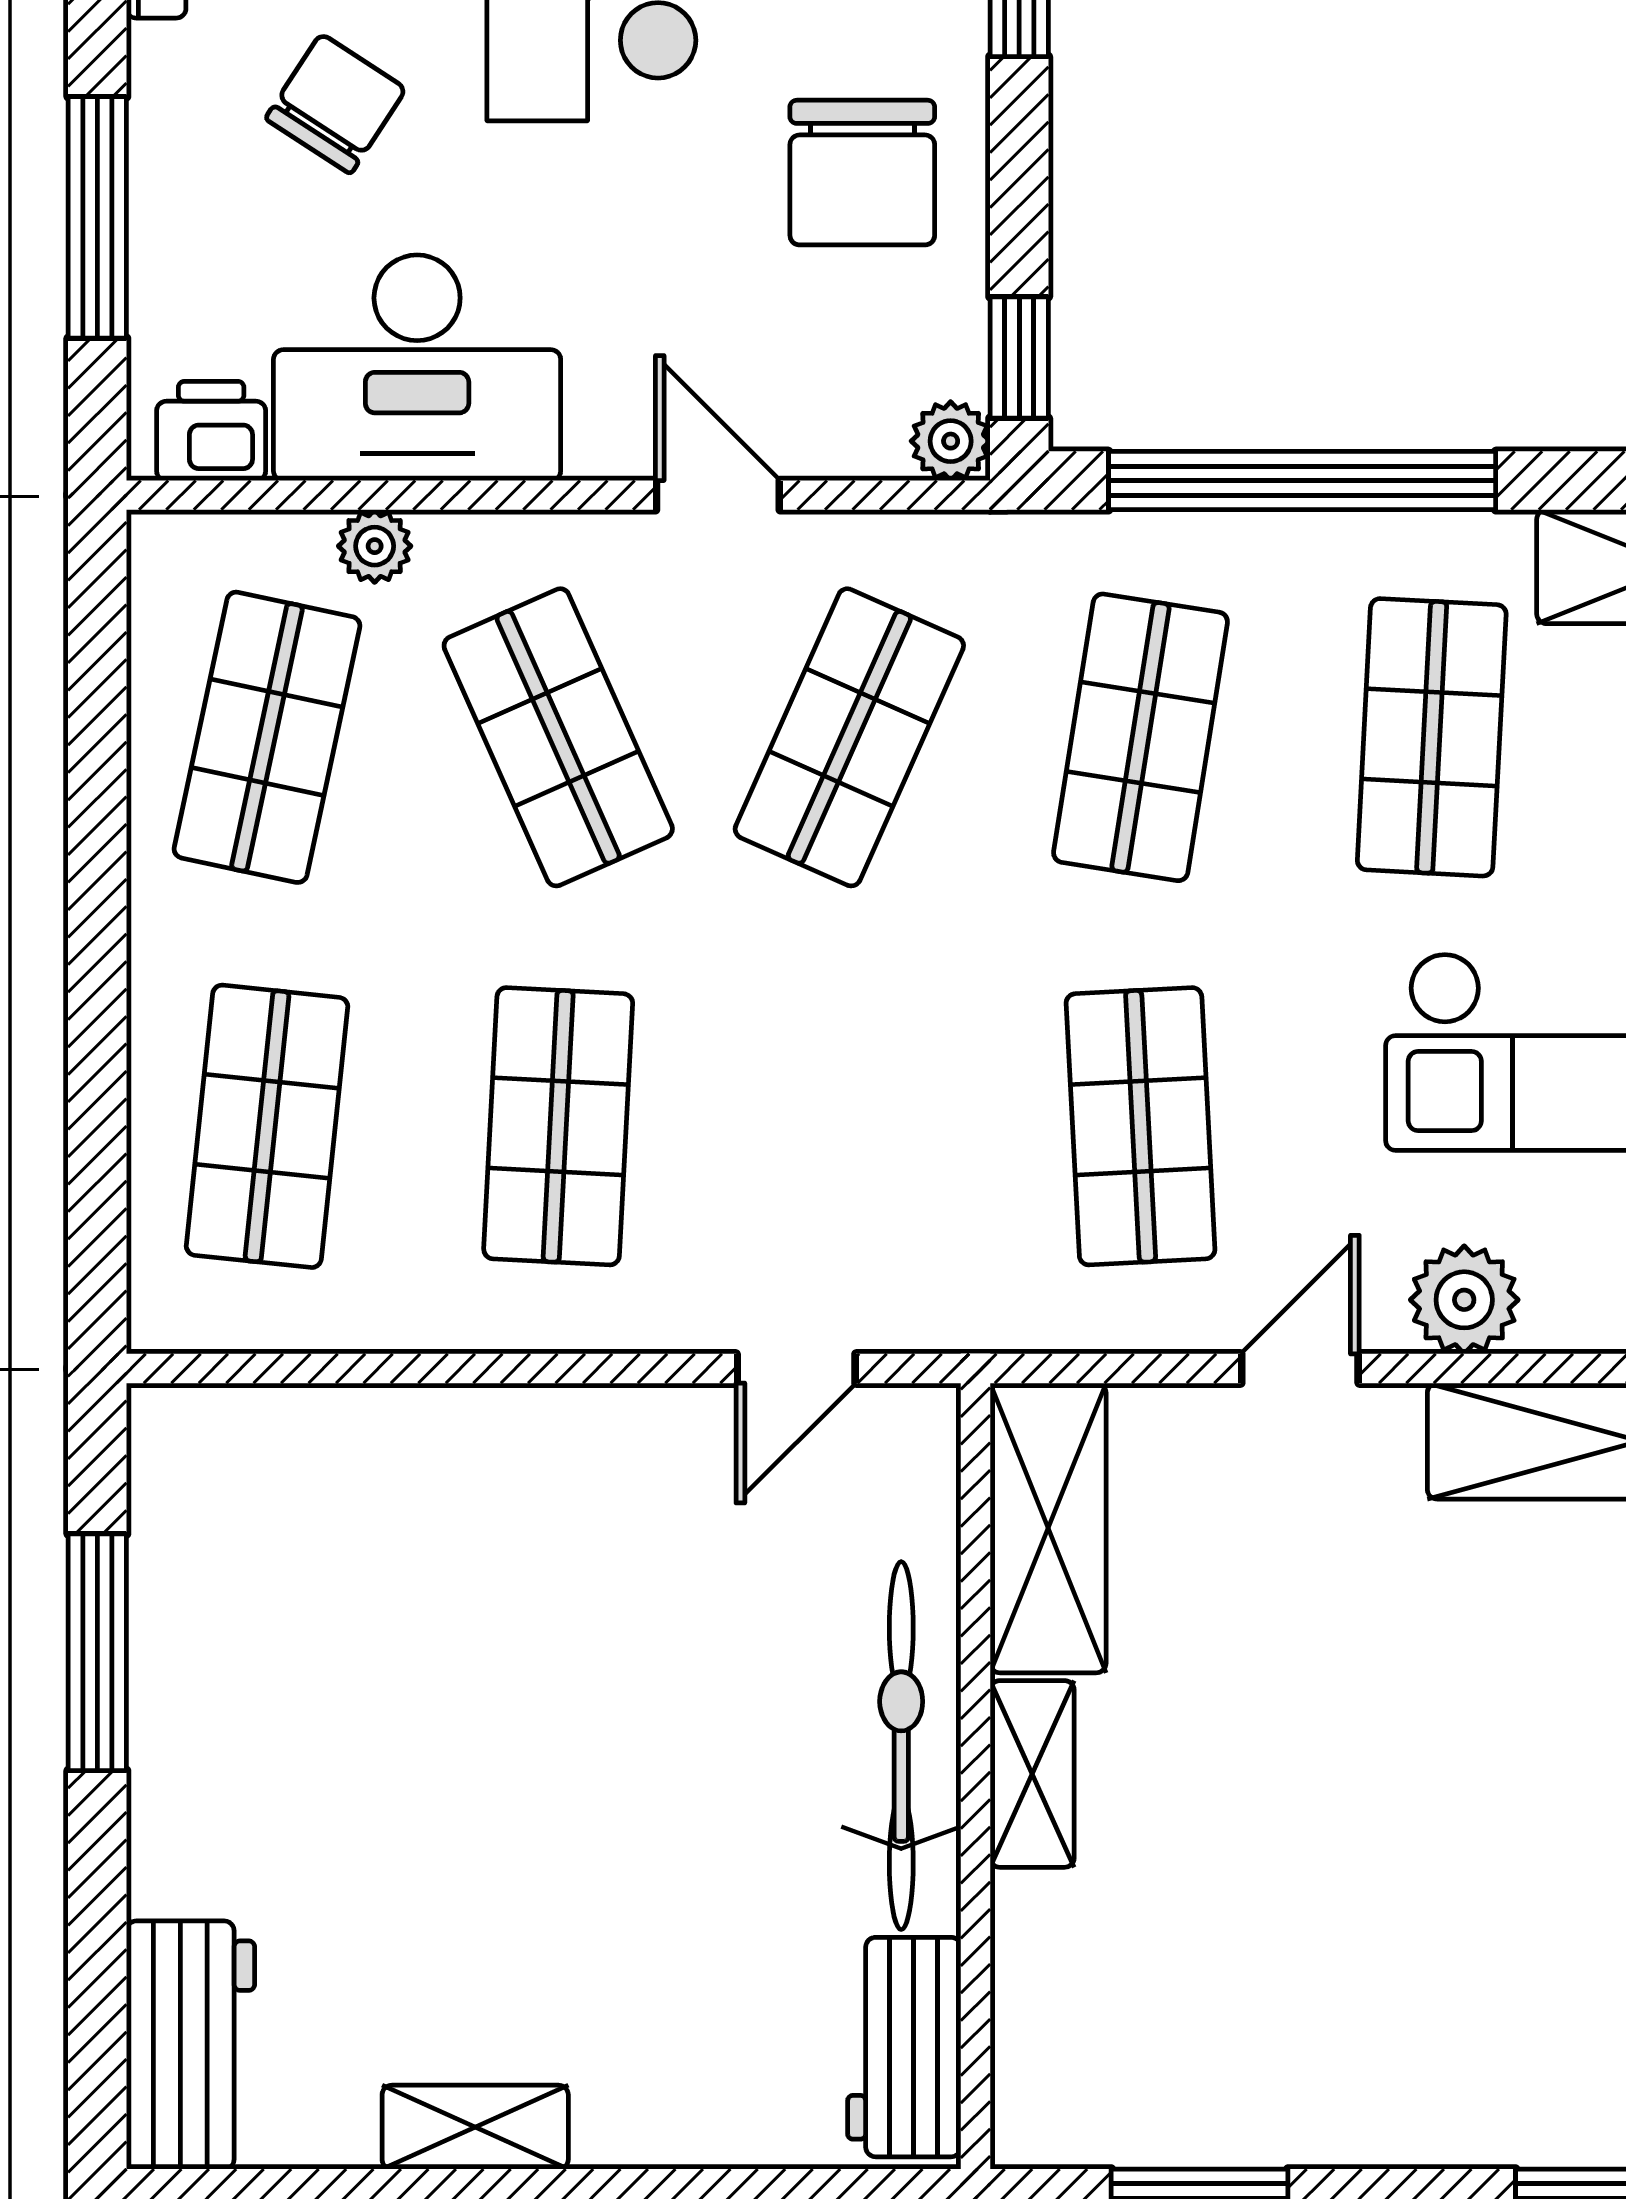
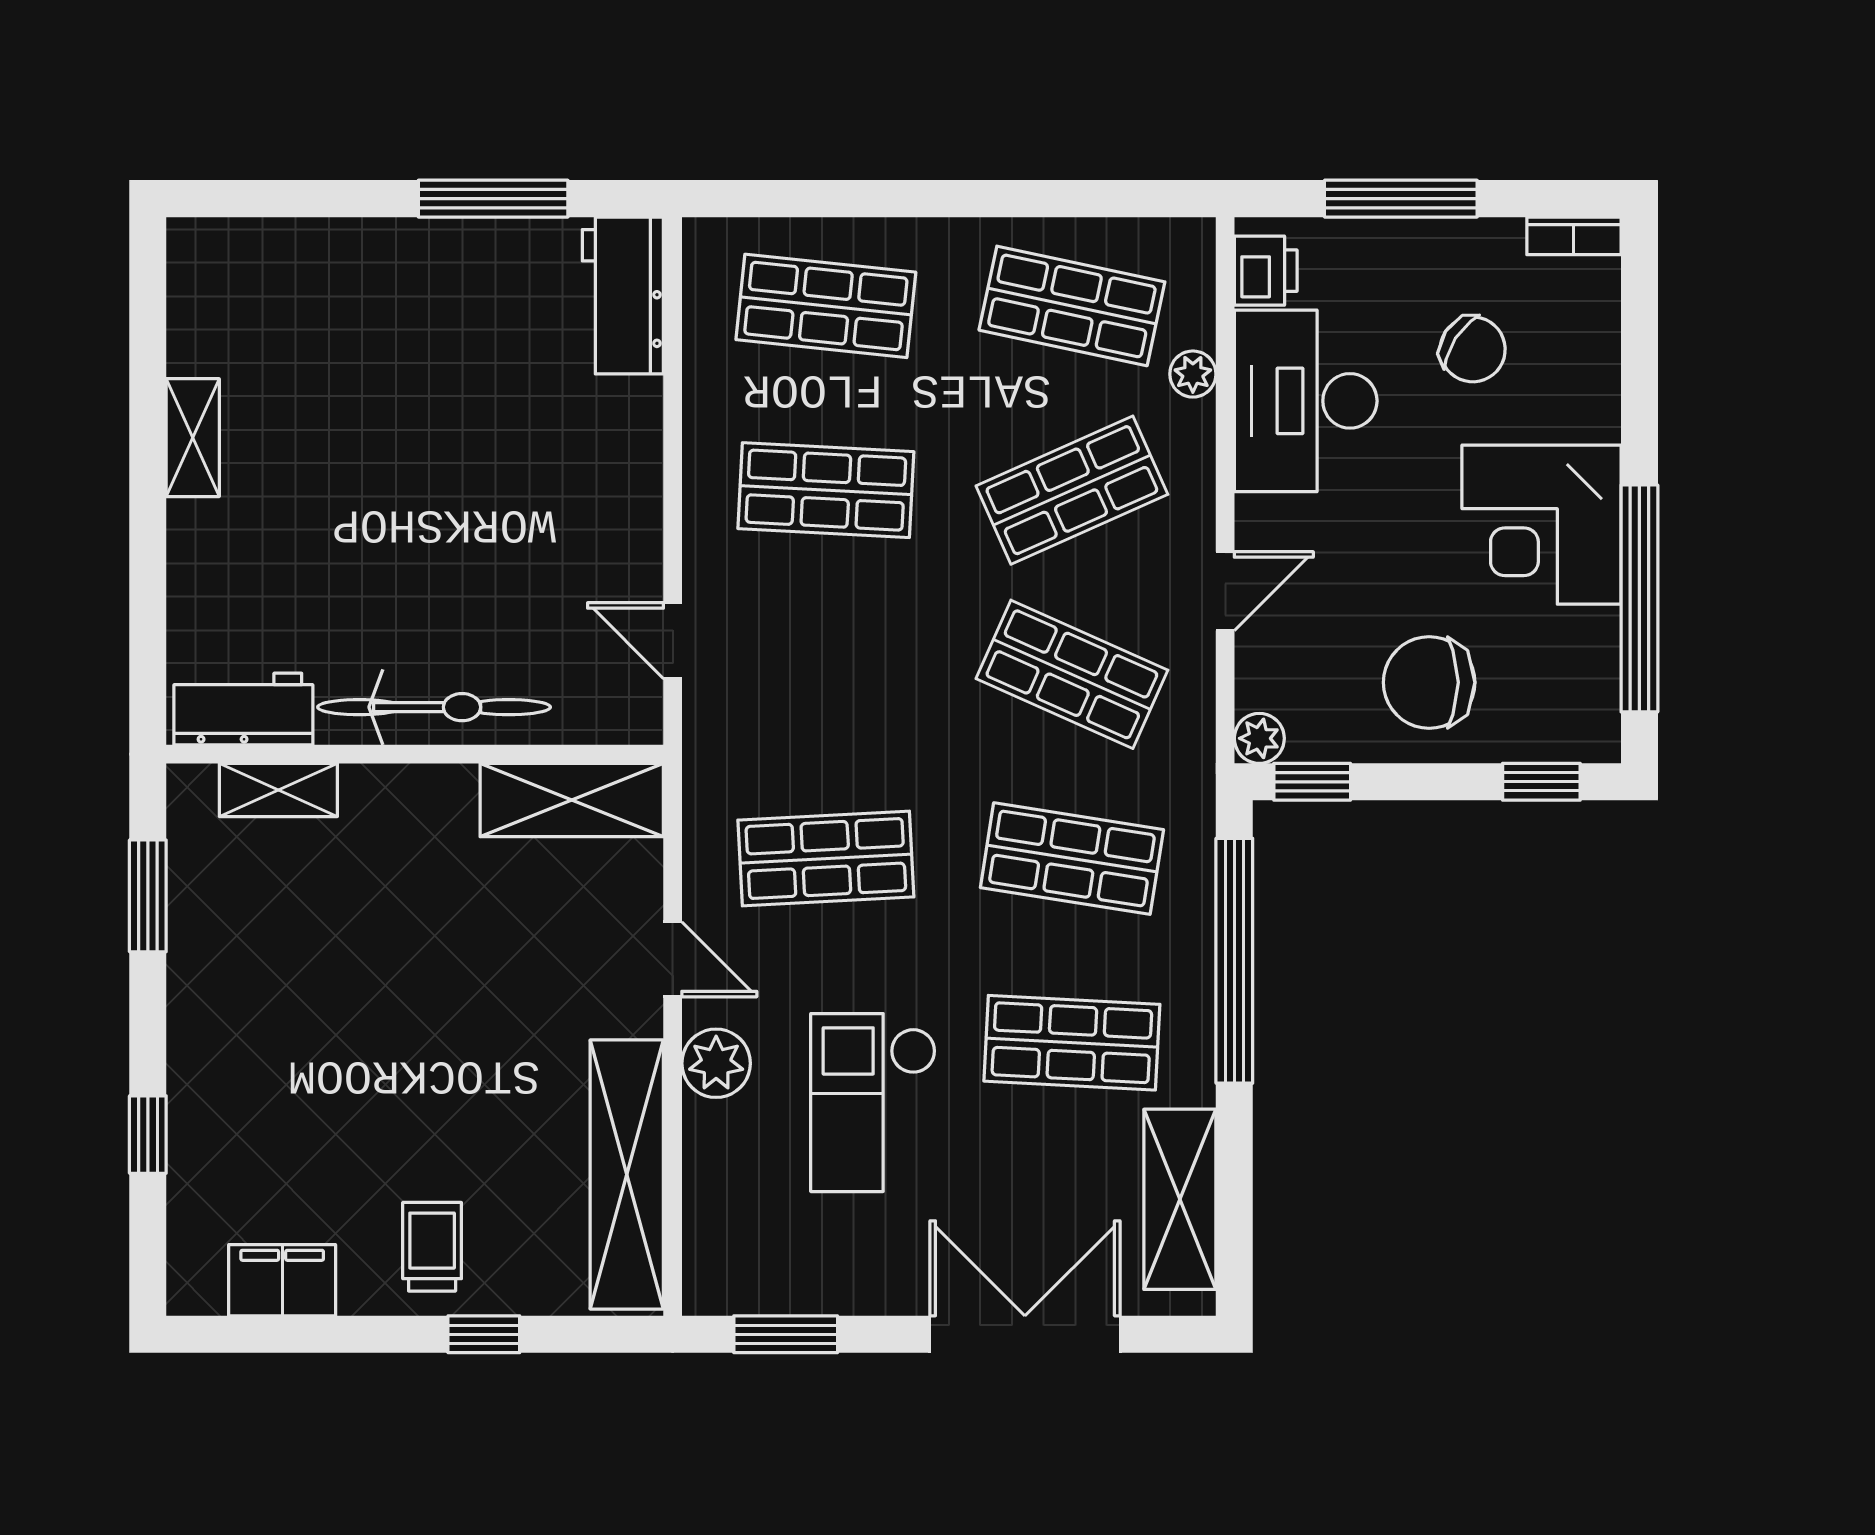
shelving: (1032, 1774) -> (278, 790), moved
workbench: (191, 2045) -> (623, 295), moved, turned 90

